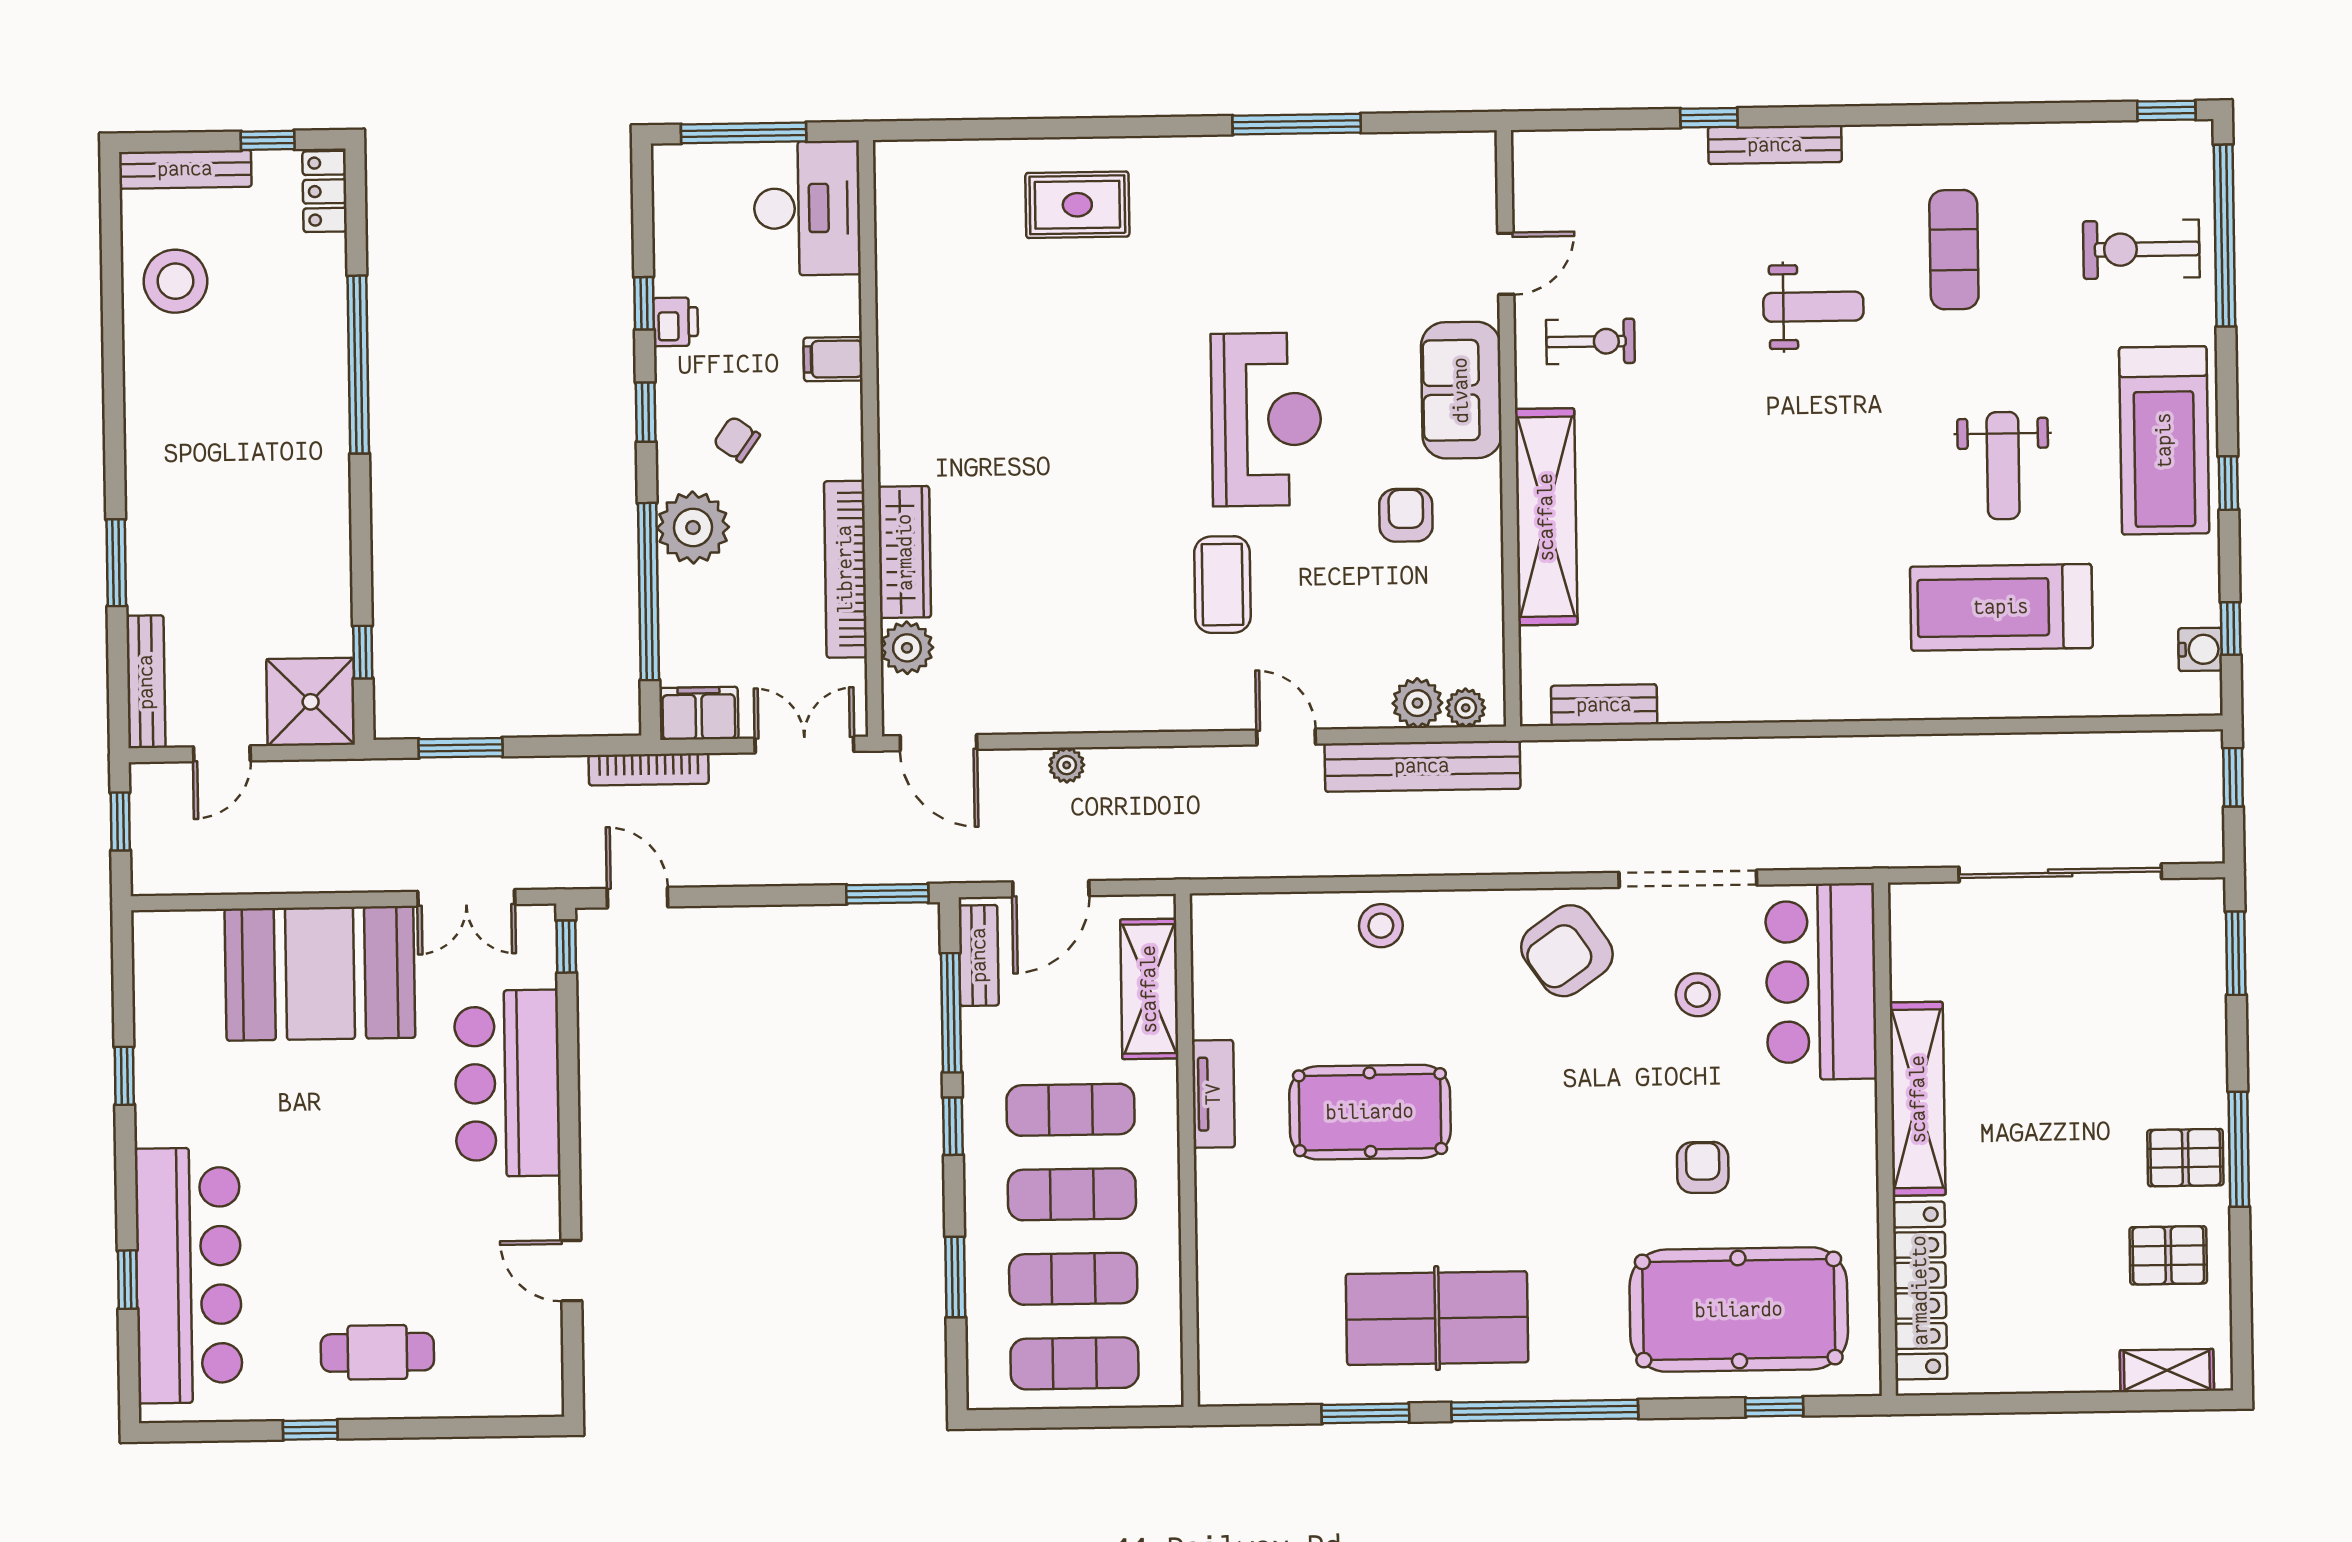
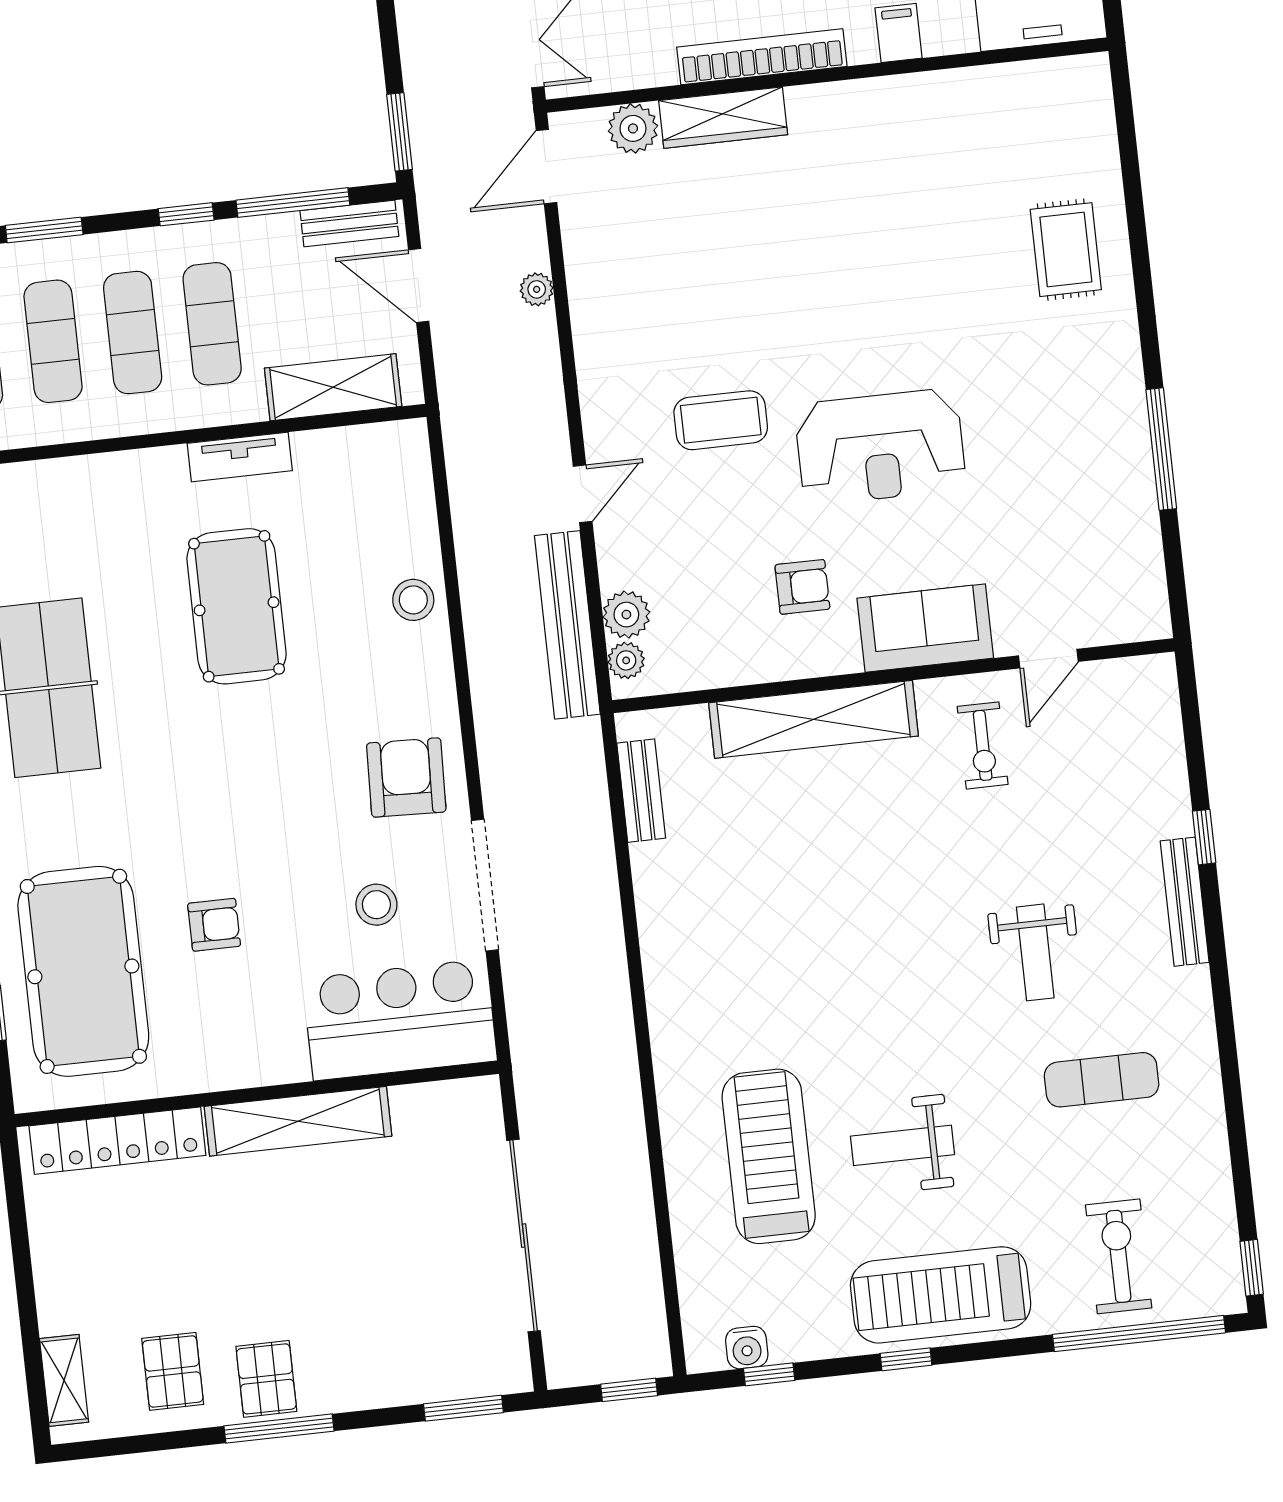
door: (1506, 264) -> (1048, 659), hinge flipped
bookcase: (845, 569) -> (762, 57), moved
armchair: (1567, 951) -> (406, 777), turned 37

